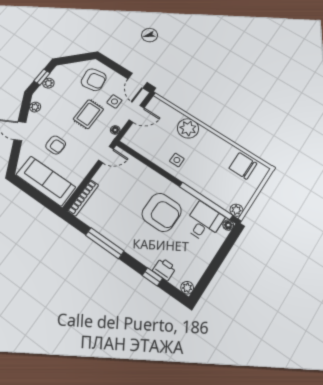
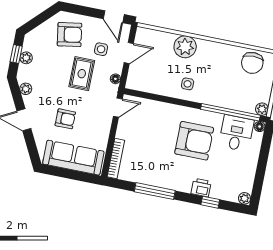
chair: (243, 166) -> (252, 63), turned -90
printer: (164, 269) -> (201, 188), moved

